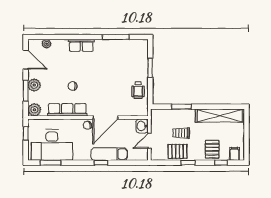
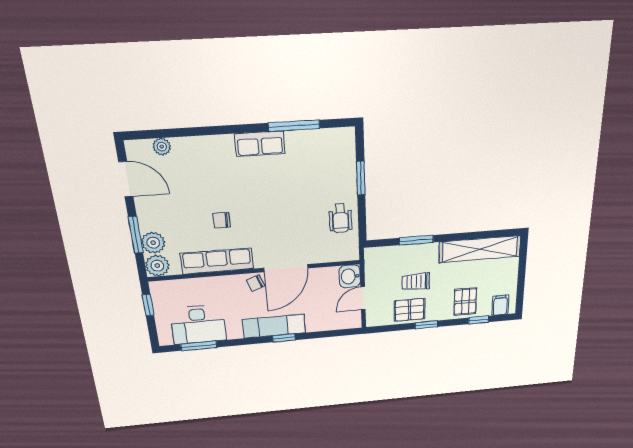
row of seats: (81, 45) -> (260, 144), moved
plant: (34, 85) -> (153, 243), moved
desk: (52, 145) -> (198, 325), width x0.73, depth x0.77
exam couch: (109, 154) -> (274, 326), moved

